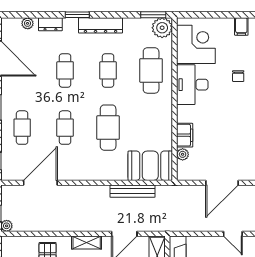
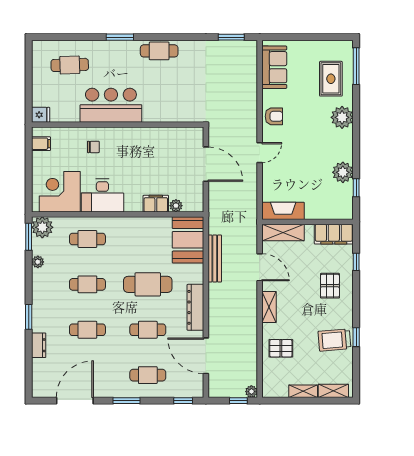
plant: (28, 23) -> (38, 262), moved
dresser: (101, 25) -> (195, 307), moved, turned 180
cafe table: (151, 70) -> (87, 239), width x0.73, depth x0.74

